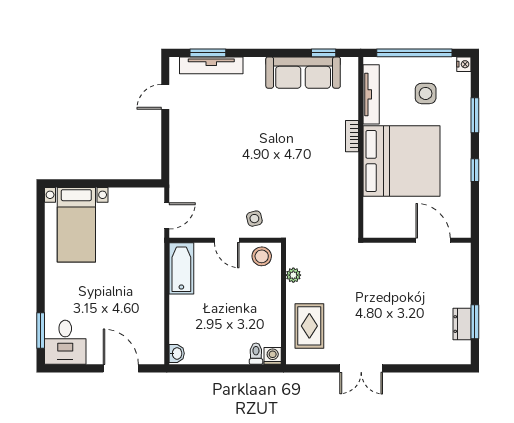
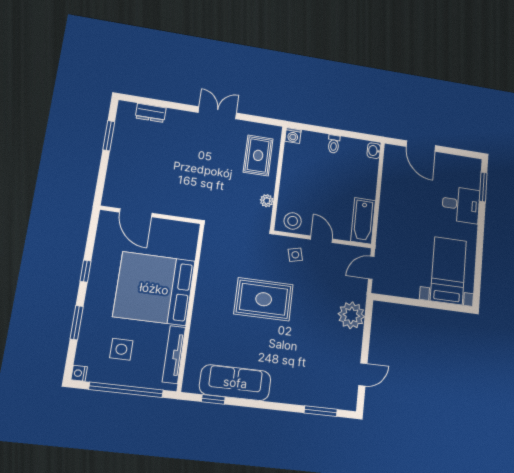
tv unit: (211, 65) -> (319, 399), removed
bookcase: (352, 136) -> (197, 318), removed
plant: (184, 160) -> (351, 315), added
rug: (284, 165) -> (264, 299), added
dresser: (462, 324) -> (151, 113), moved, turned 90
desk: (65, 342) -> (461, 205), moved, turned 90
toilet: (256, 354) -> (334, 144), moved

